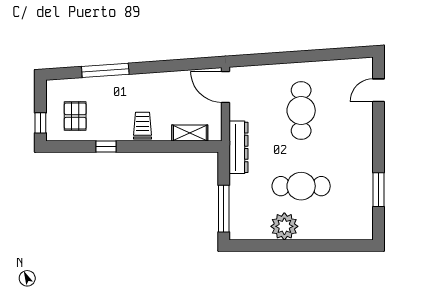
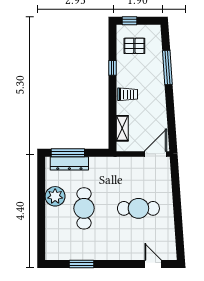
dresser: (239, 147) -> (69, 163), moved

